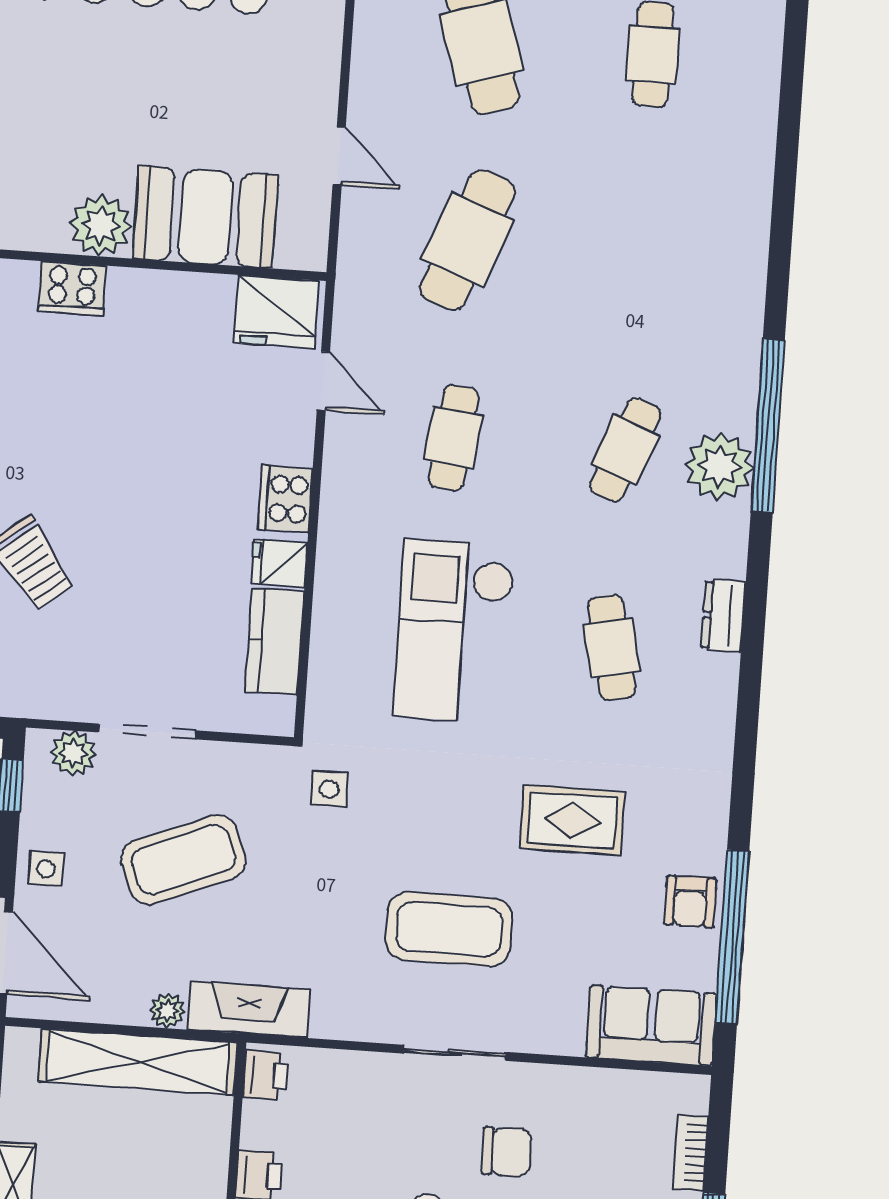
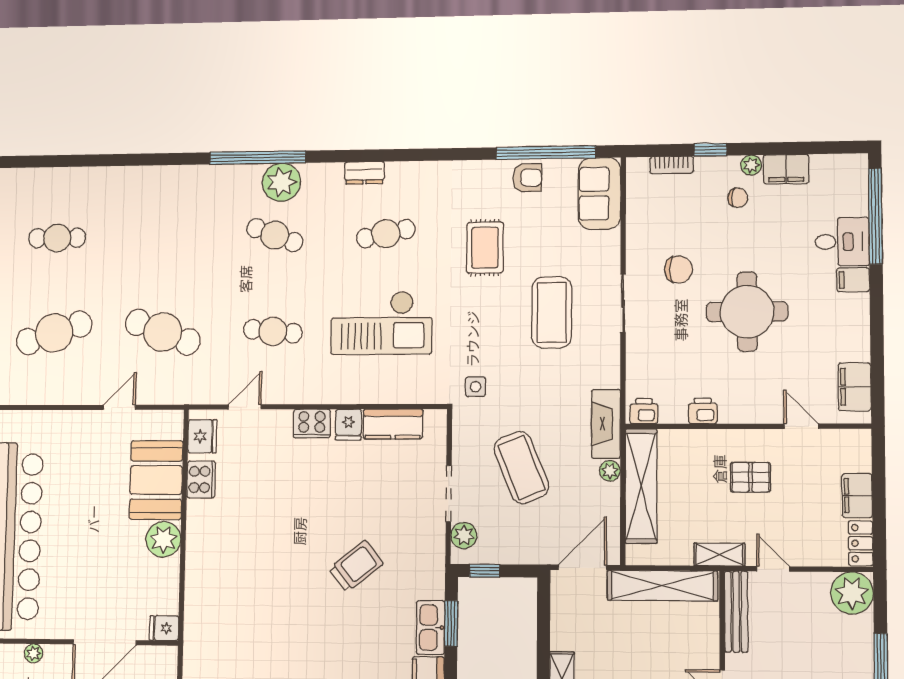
cooker: (72, 288) -> (201, 479), moved
fridge: (277, 312) -> (202, 436), width x0.73, depth x0.75
side table: (46, 869) -> (532, 547), removed
chair: (507, 1152) -> (679, 270), turned 90

